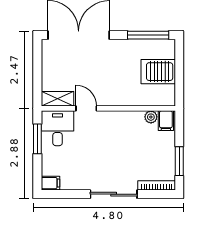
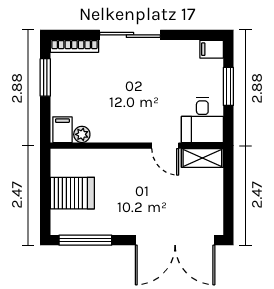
window: (37, 139) -> (228, 86), moved

